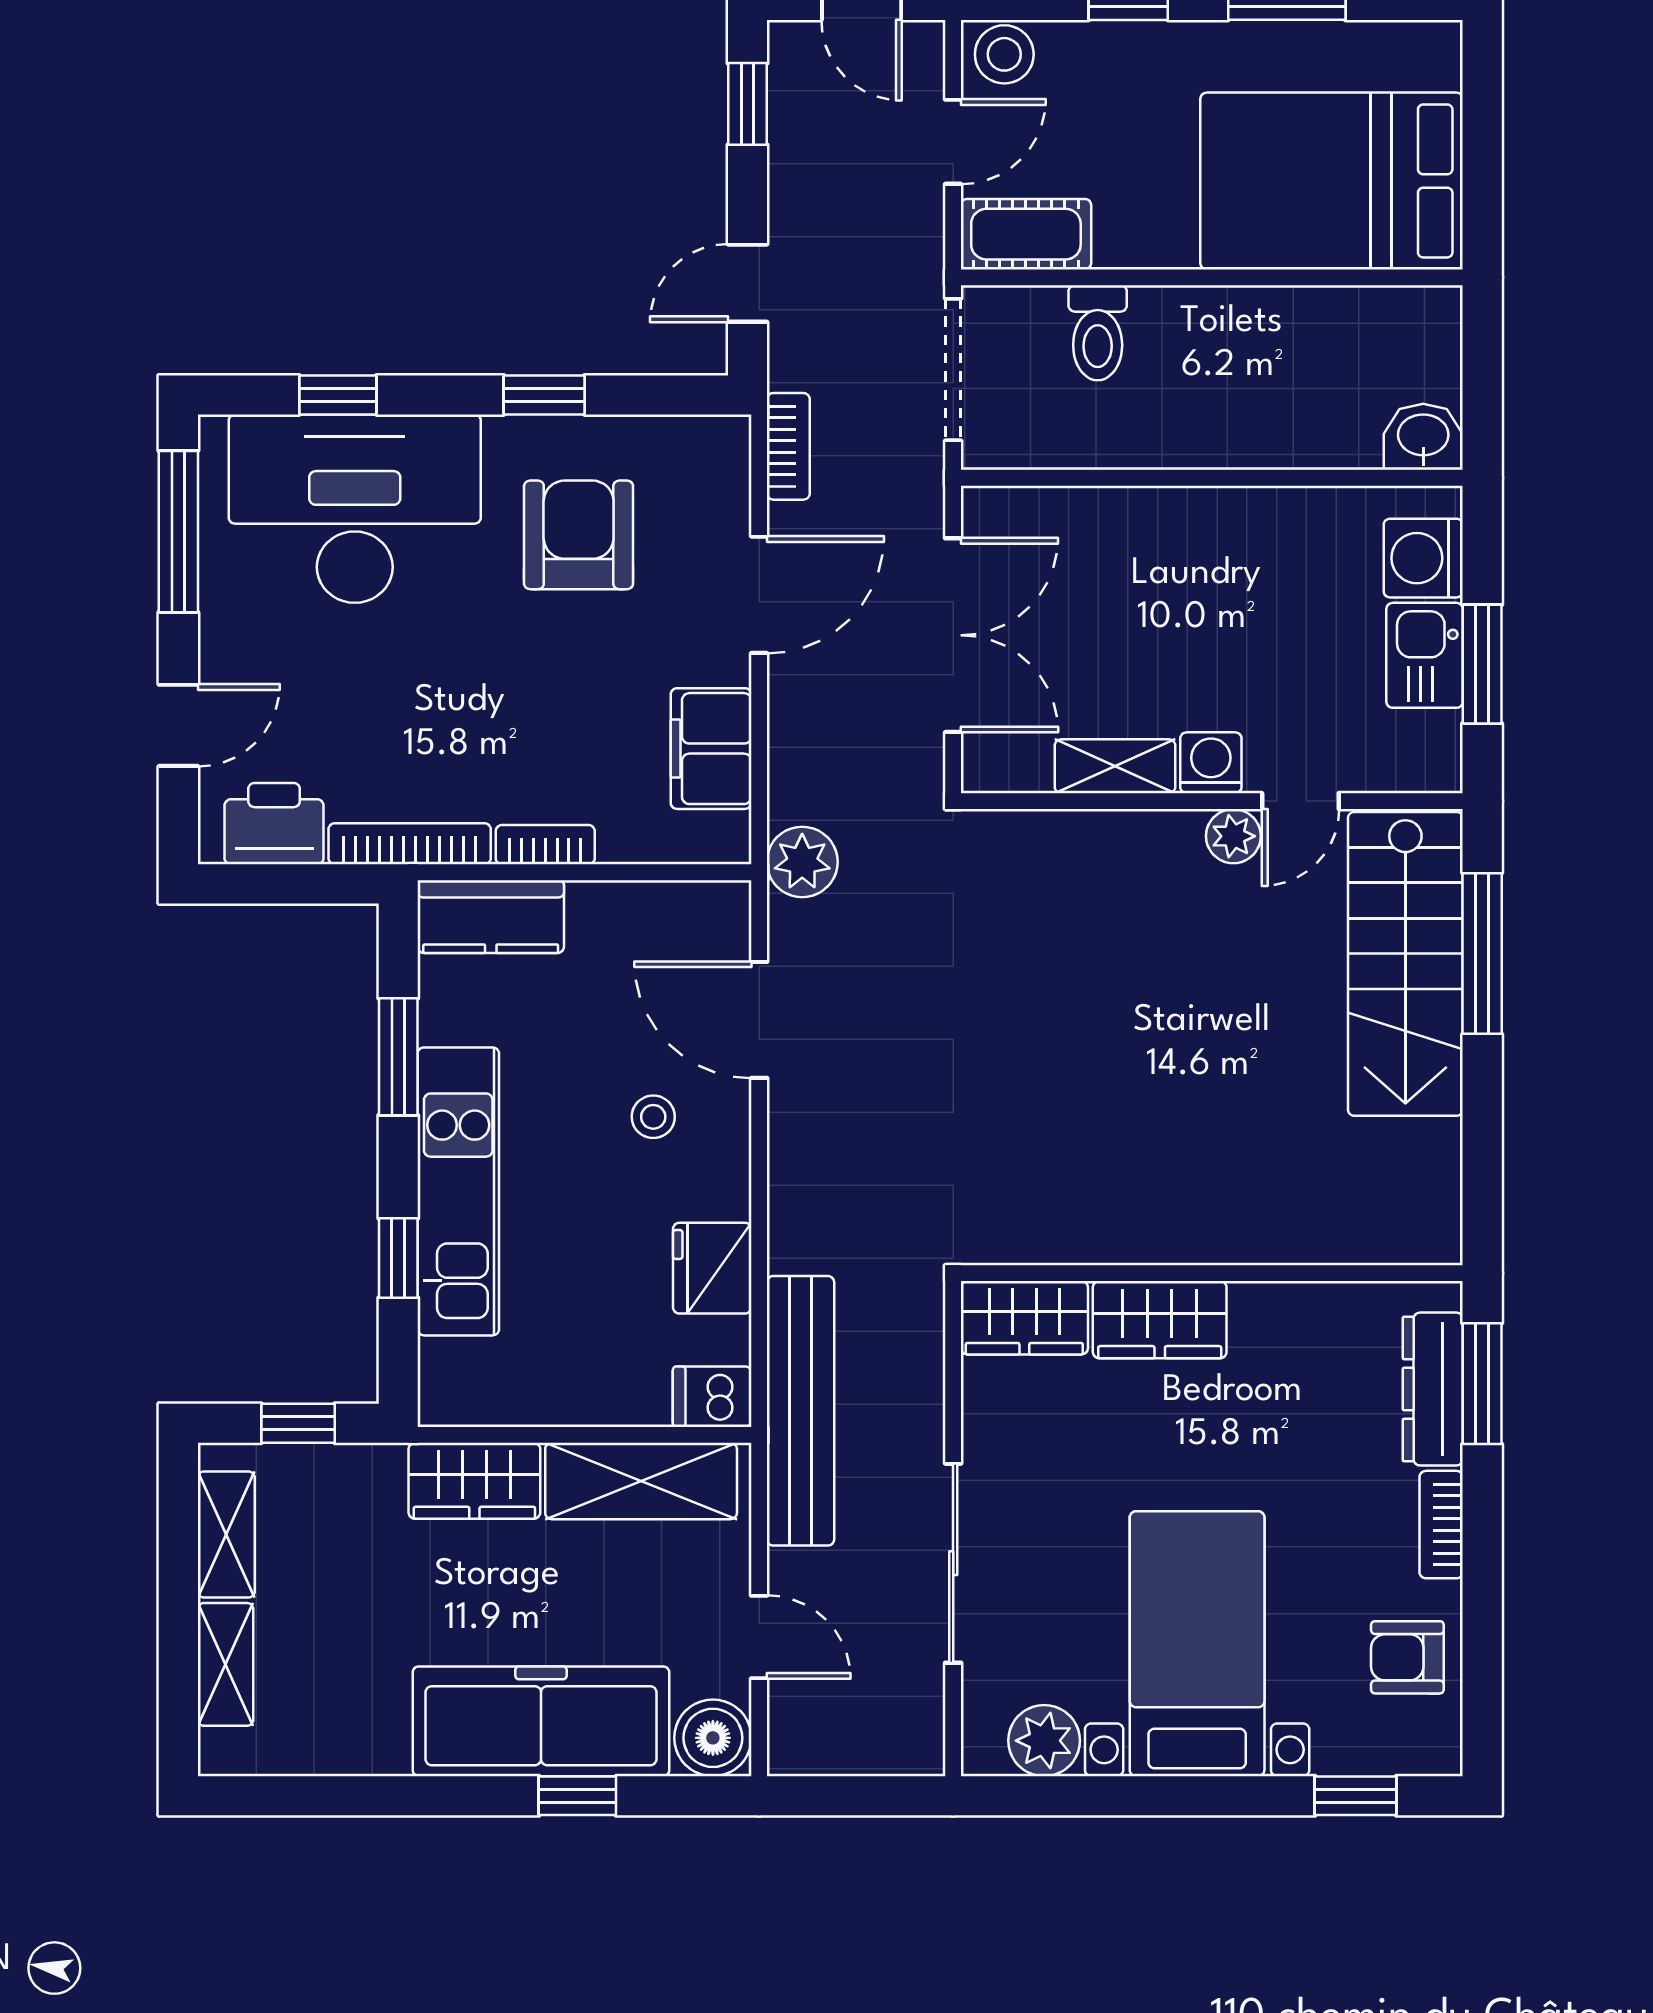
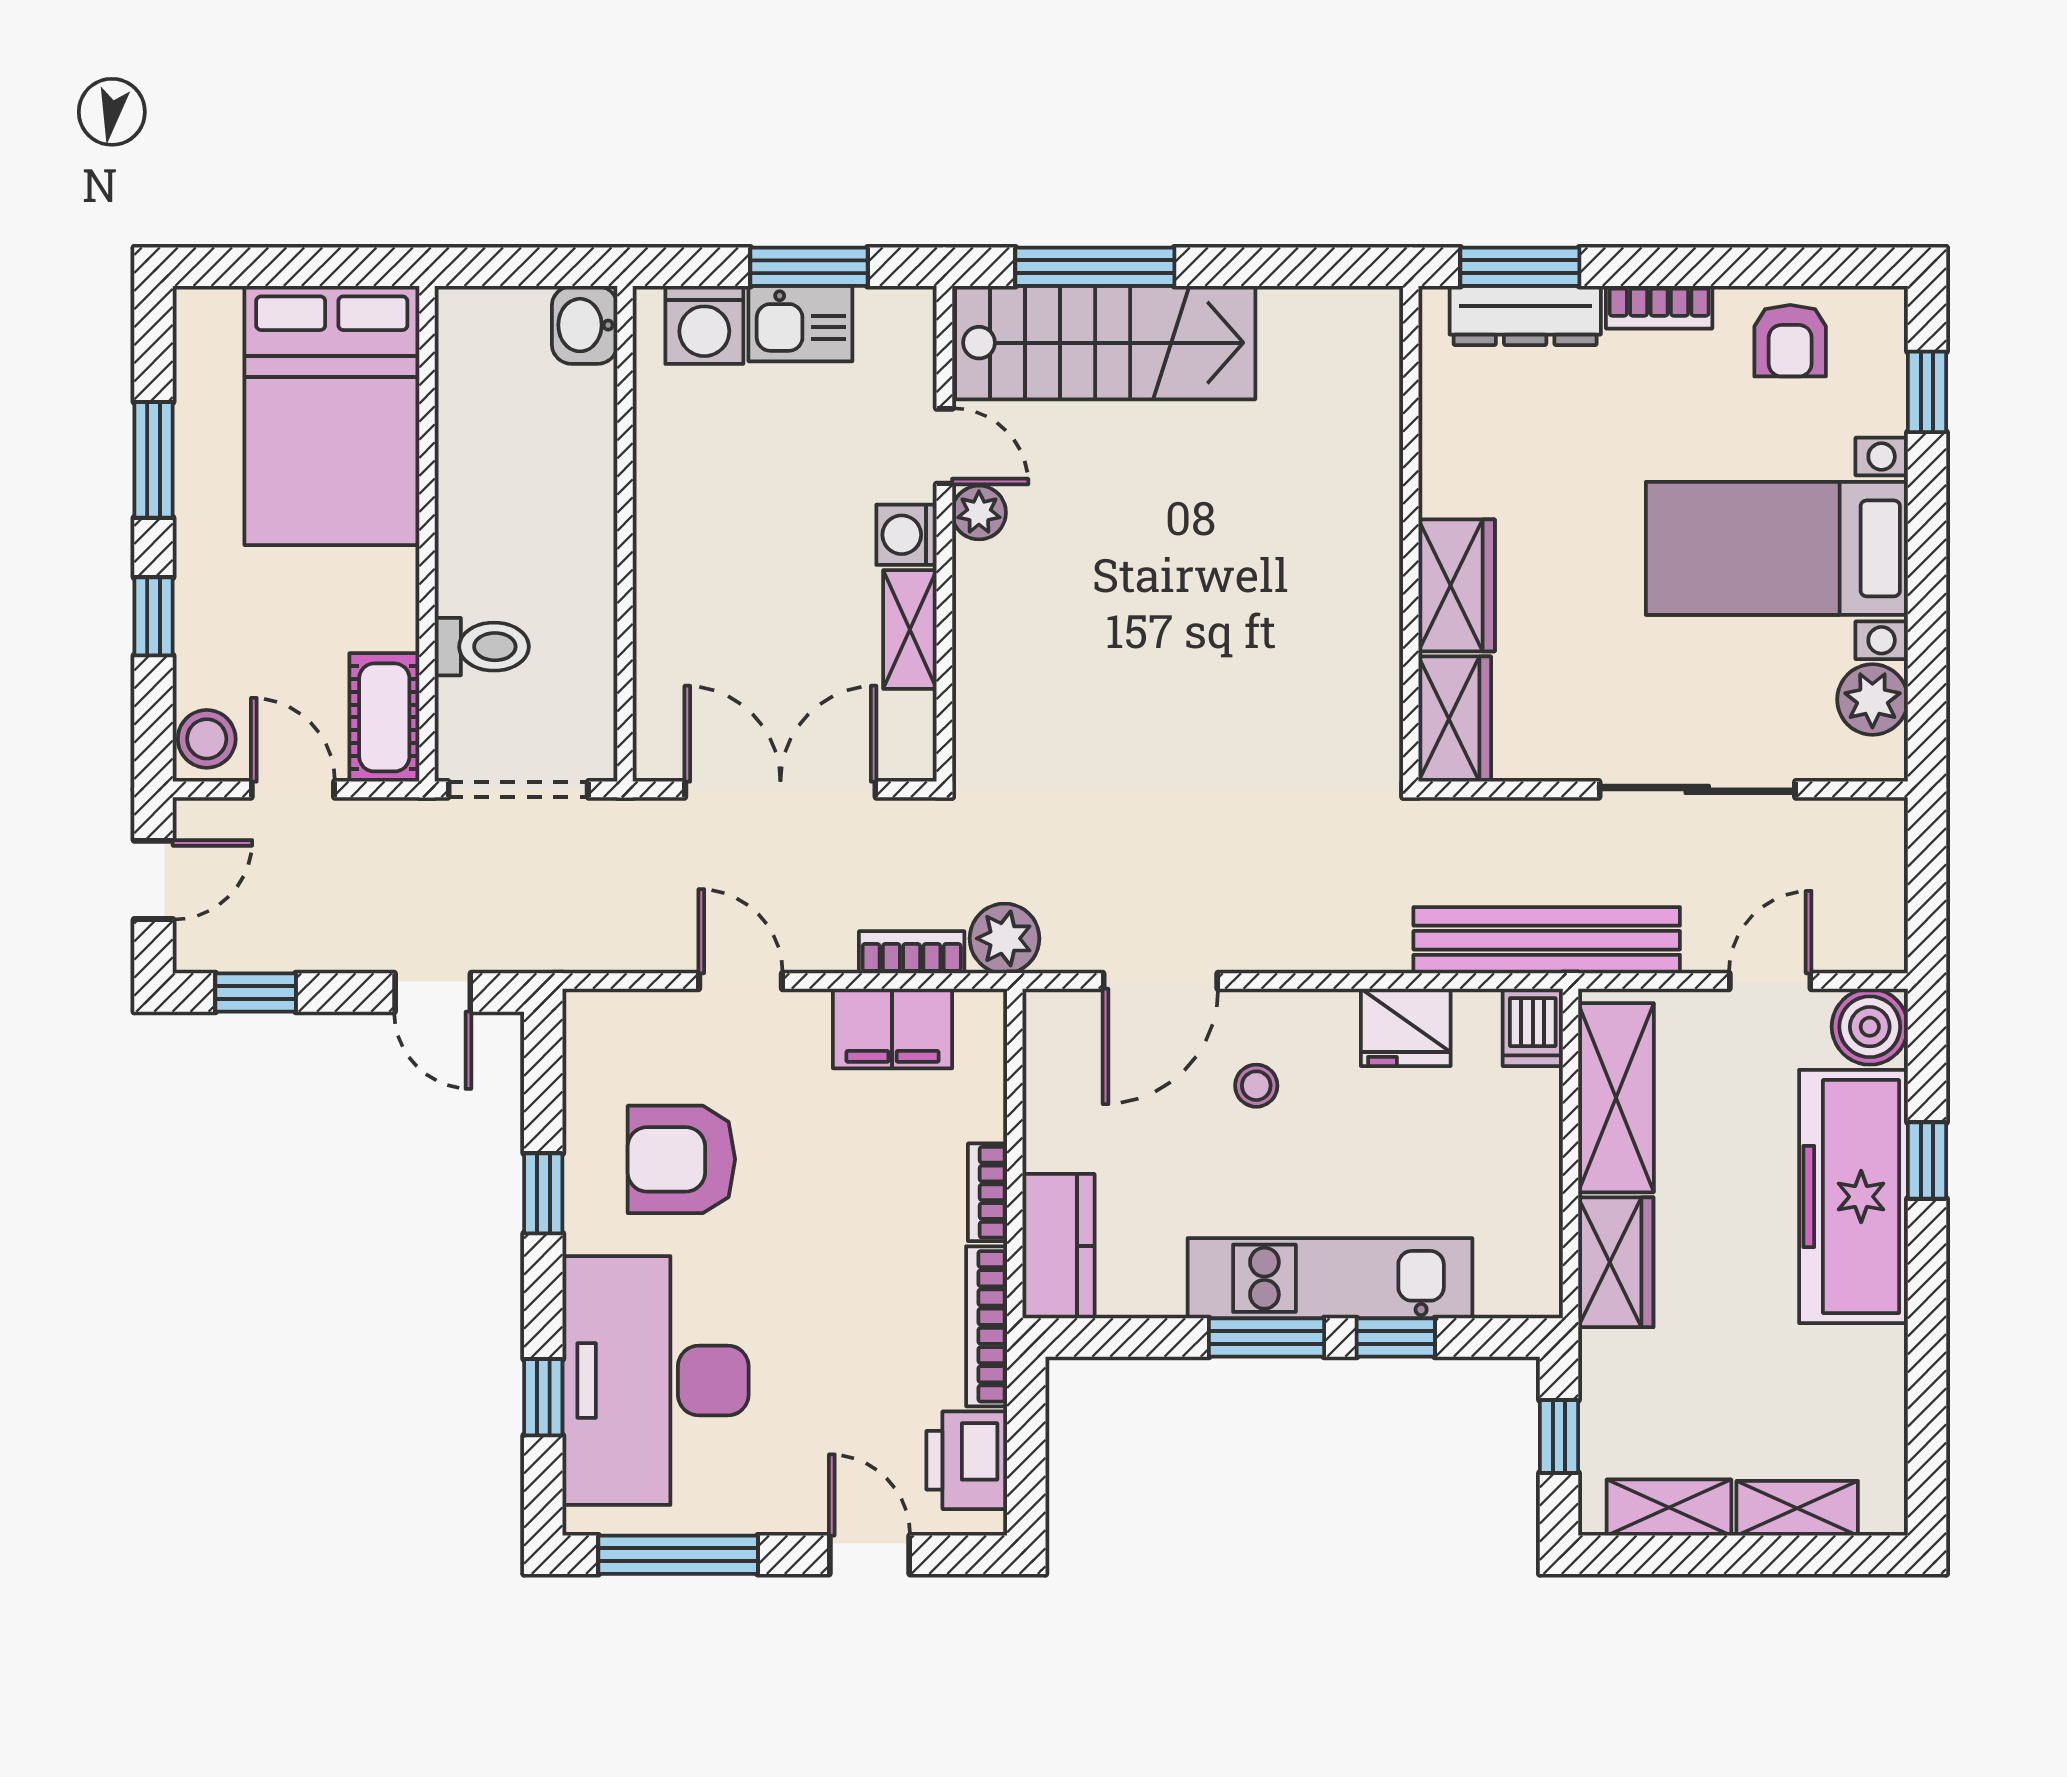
bookcase: (788, 446) -> (912, 952), moved
door: (759, 595) -> (741, 981), width x0.73
window: (398, 1057) -> (1266, 1338), moved

